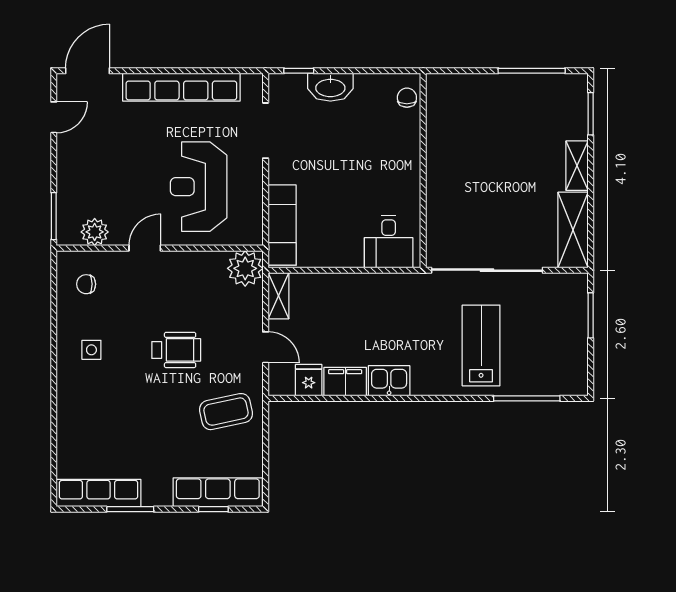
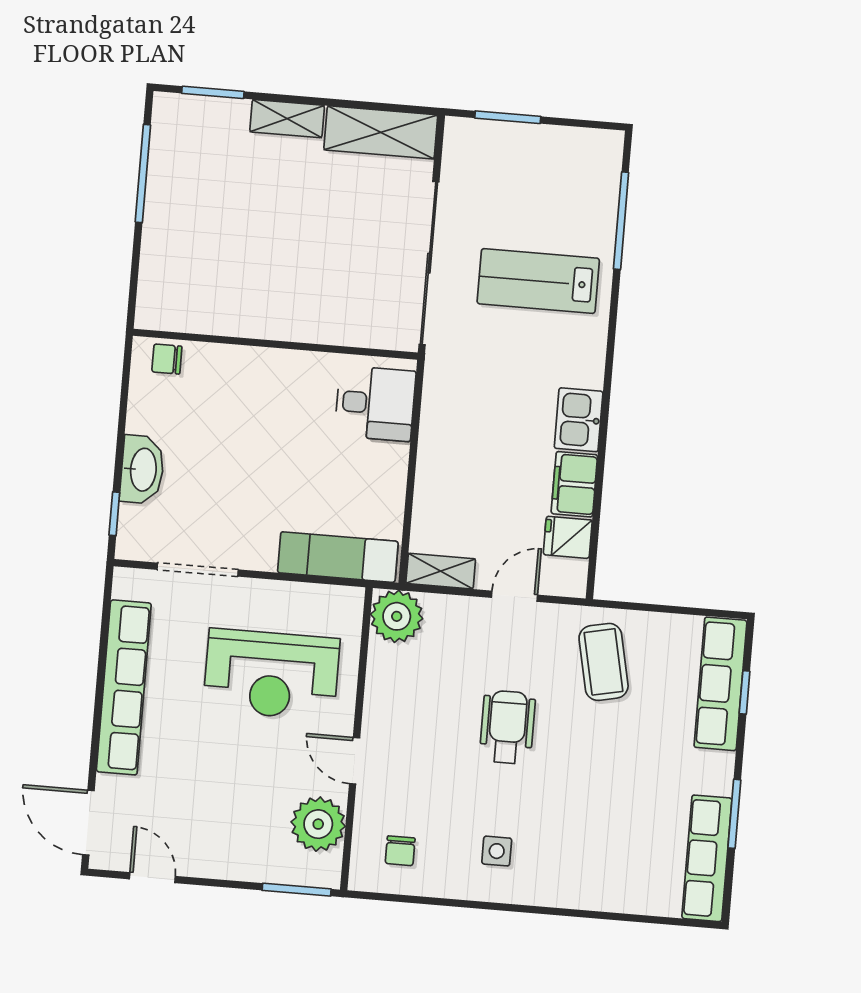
plant: (95, 232) -> (318, 824), width x1.36, depth x1.36

